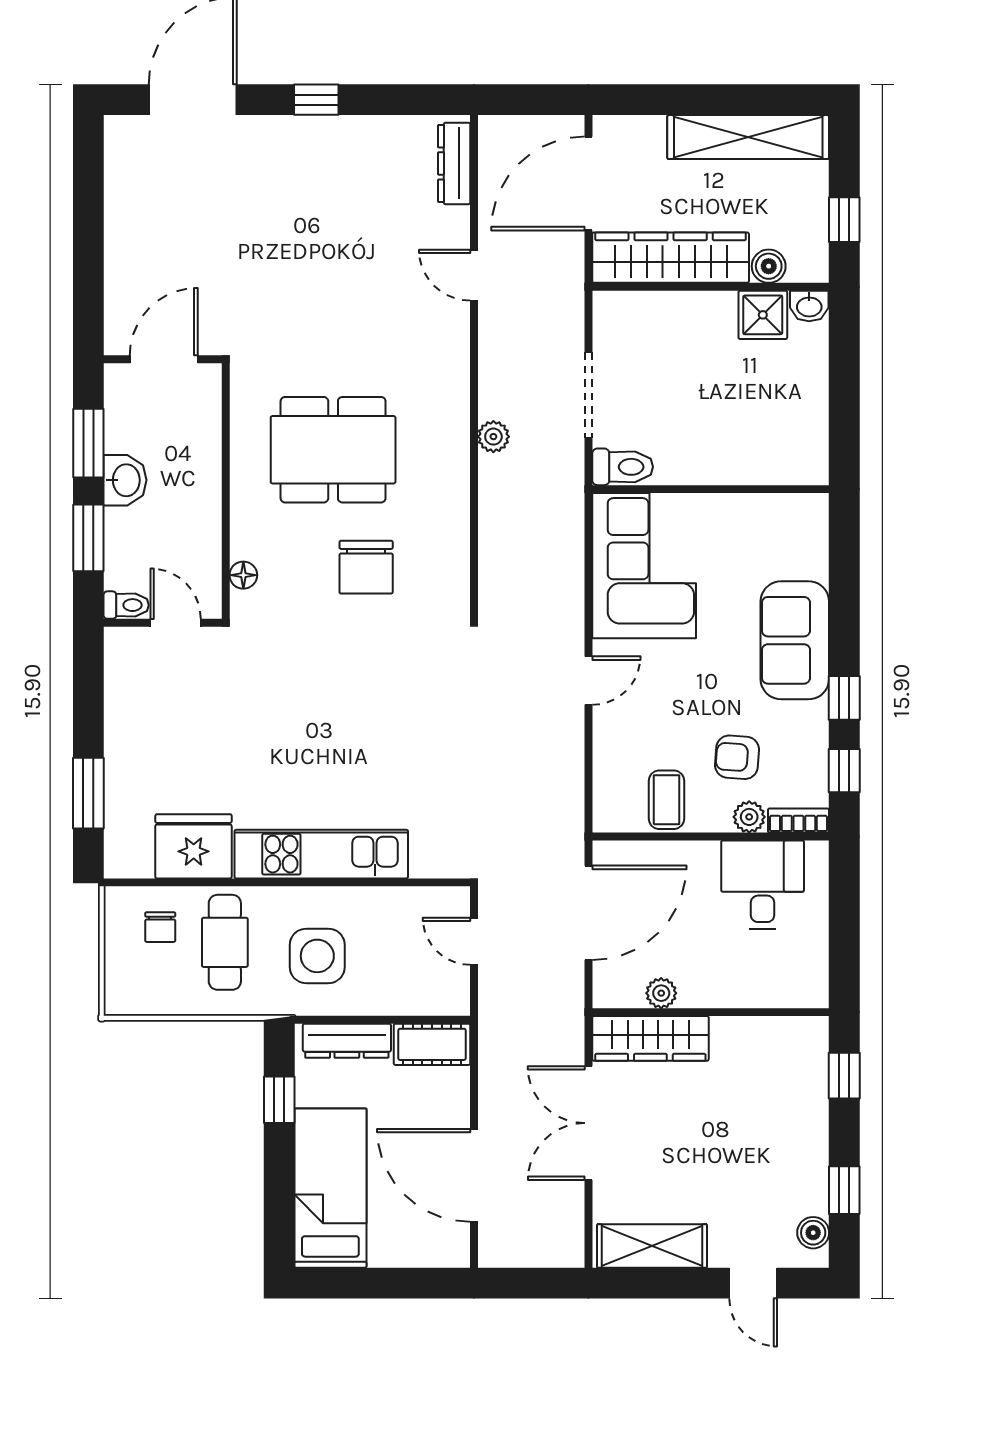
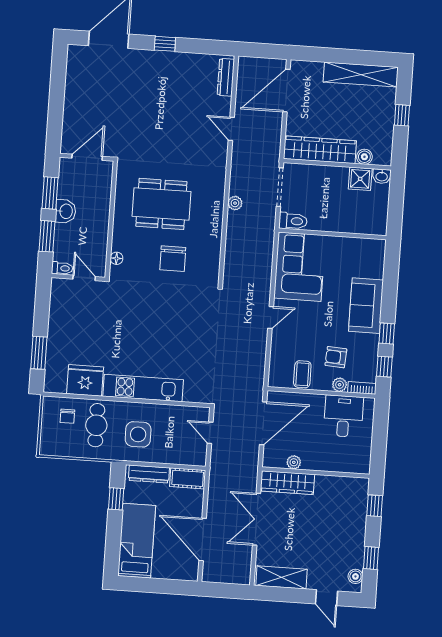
wardrobe: (671, 258) -> (320, 150), moved
boiler: (769, 266) -> (364, 157), moved
wall: (711, 287) -> (337, 164), moved
washbasin: (809, 306) -> (382, 176), moved
shower: (763, 315) -> (360, 179), moved

